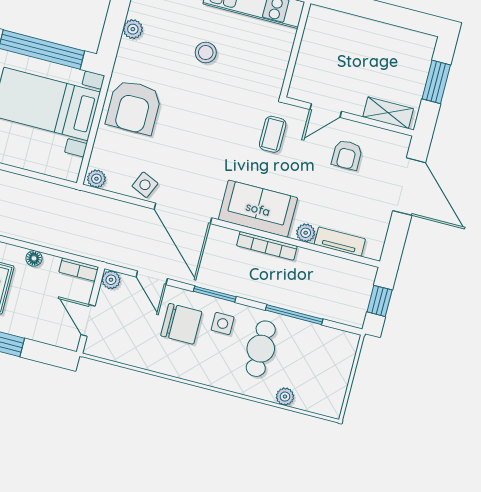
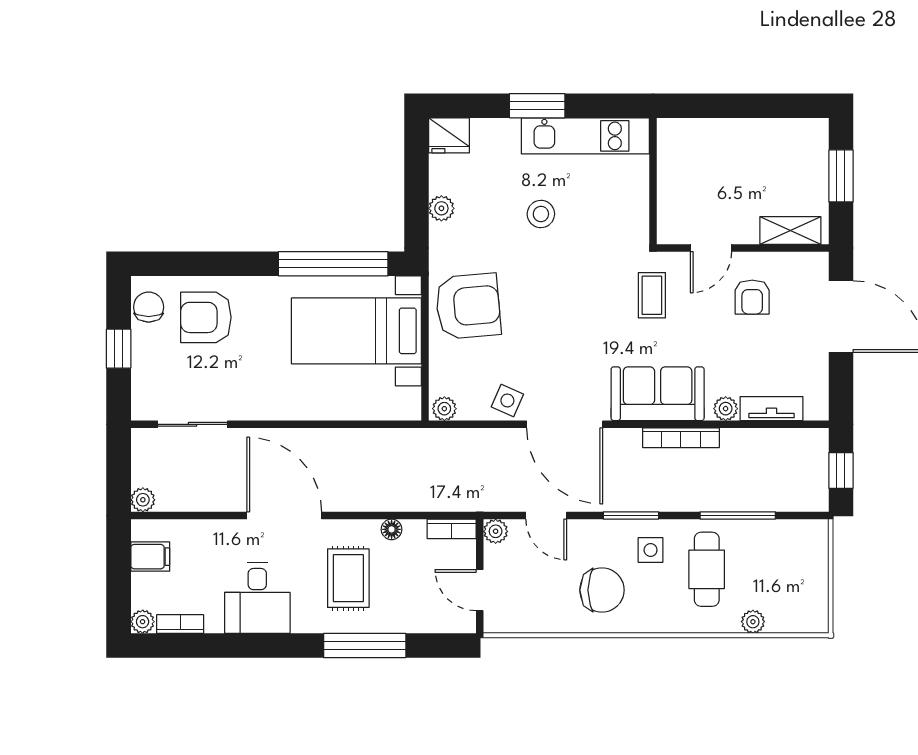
armchair: (134, 107) -> (468, 306), turned -95
chair: (181, 324) -> (602, 590), moved

